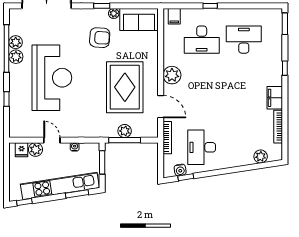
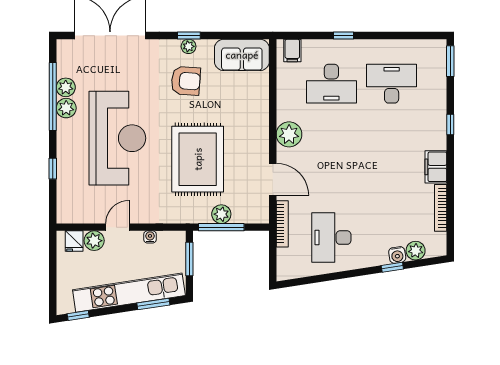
plant: (114, 13) -> (189, 46), moved
rug: (125, 87) -> (198, 159), moved
door: (52, 140) -> (117, 227), hinge flipped
water cooler: (180, 170) -> (397, 255), moved
window: (186, 177) -> (392, 267), moved

